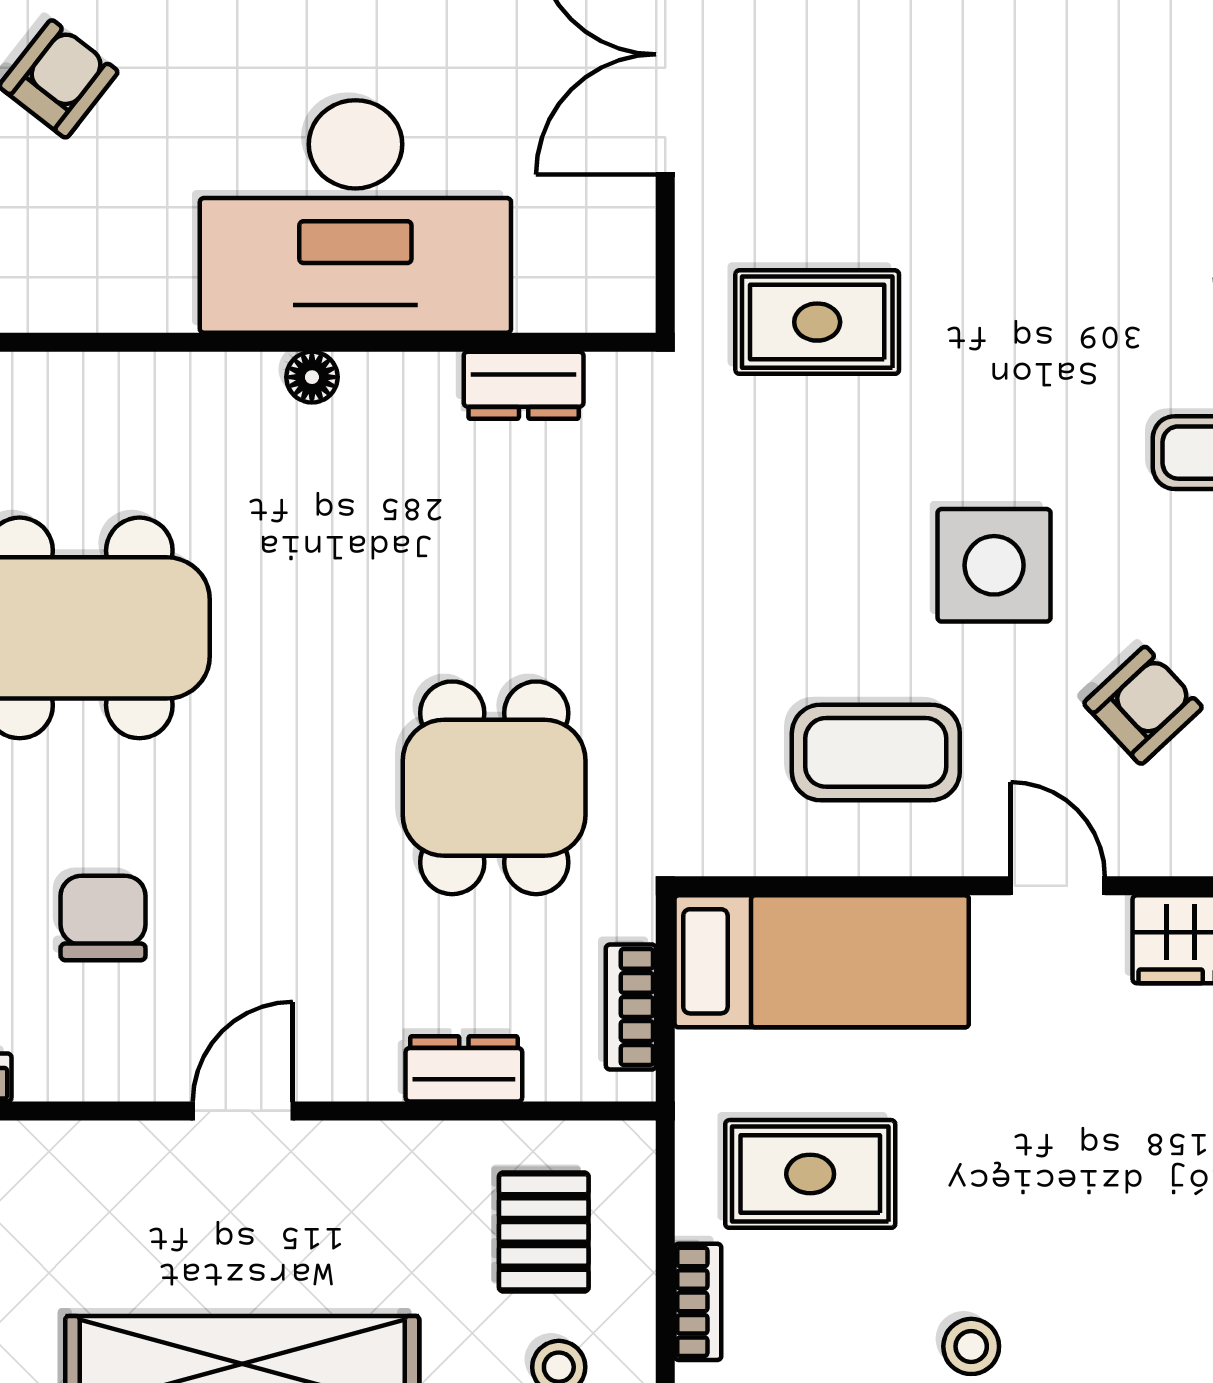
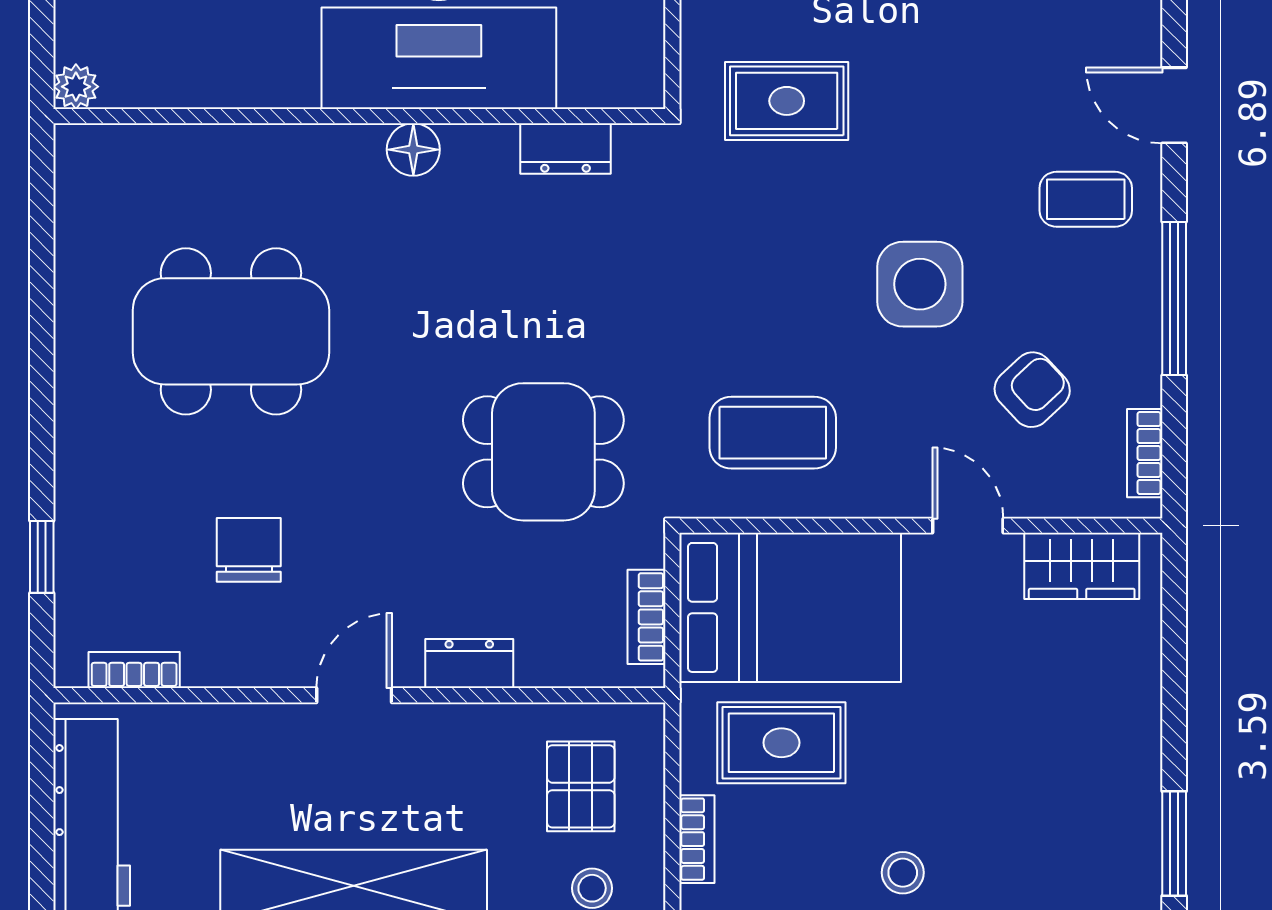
floor lamp: (312, 377) -> (413, 150), width x1.37, depth x1.37
coffee table: (876, 752) -> (773, 433), moved
dining table: (494, 788) -> (543, 452), turned 90
bed: (822, 961) -> (790, 607), width x1.50
dresser: (464, 1069) -> (469, 664), moved

